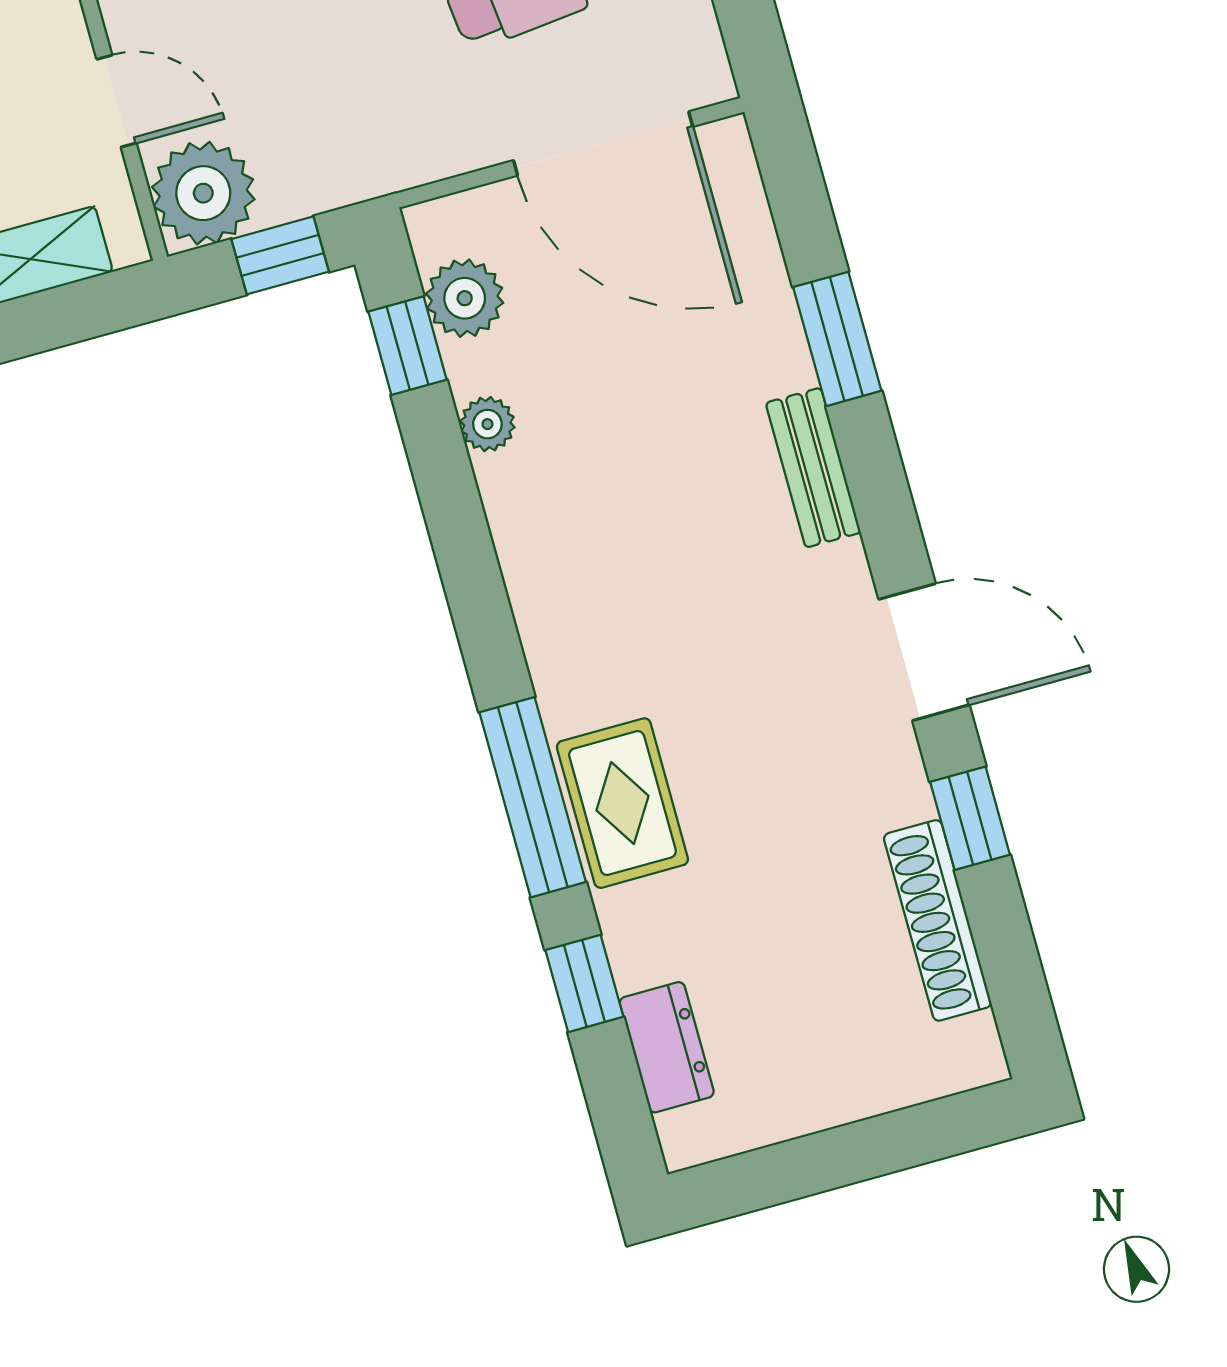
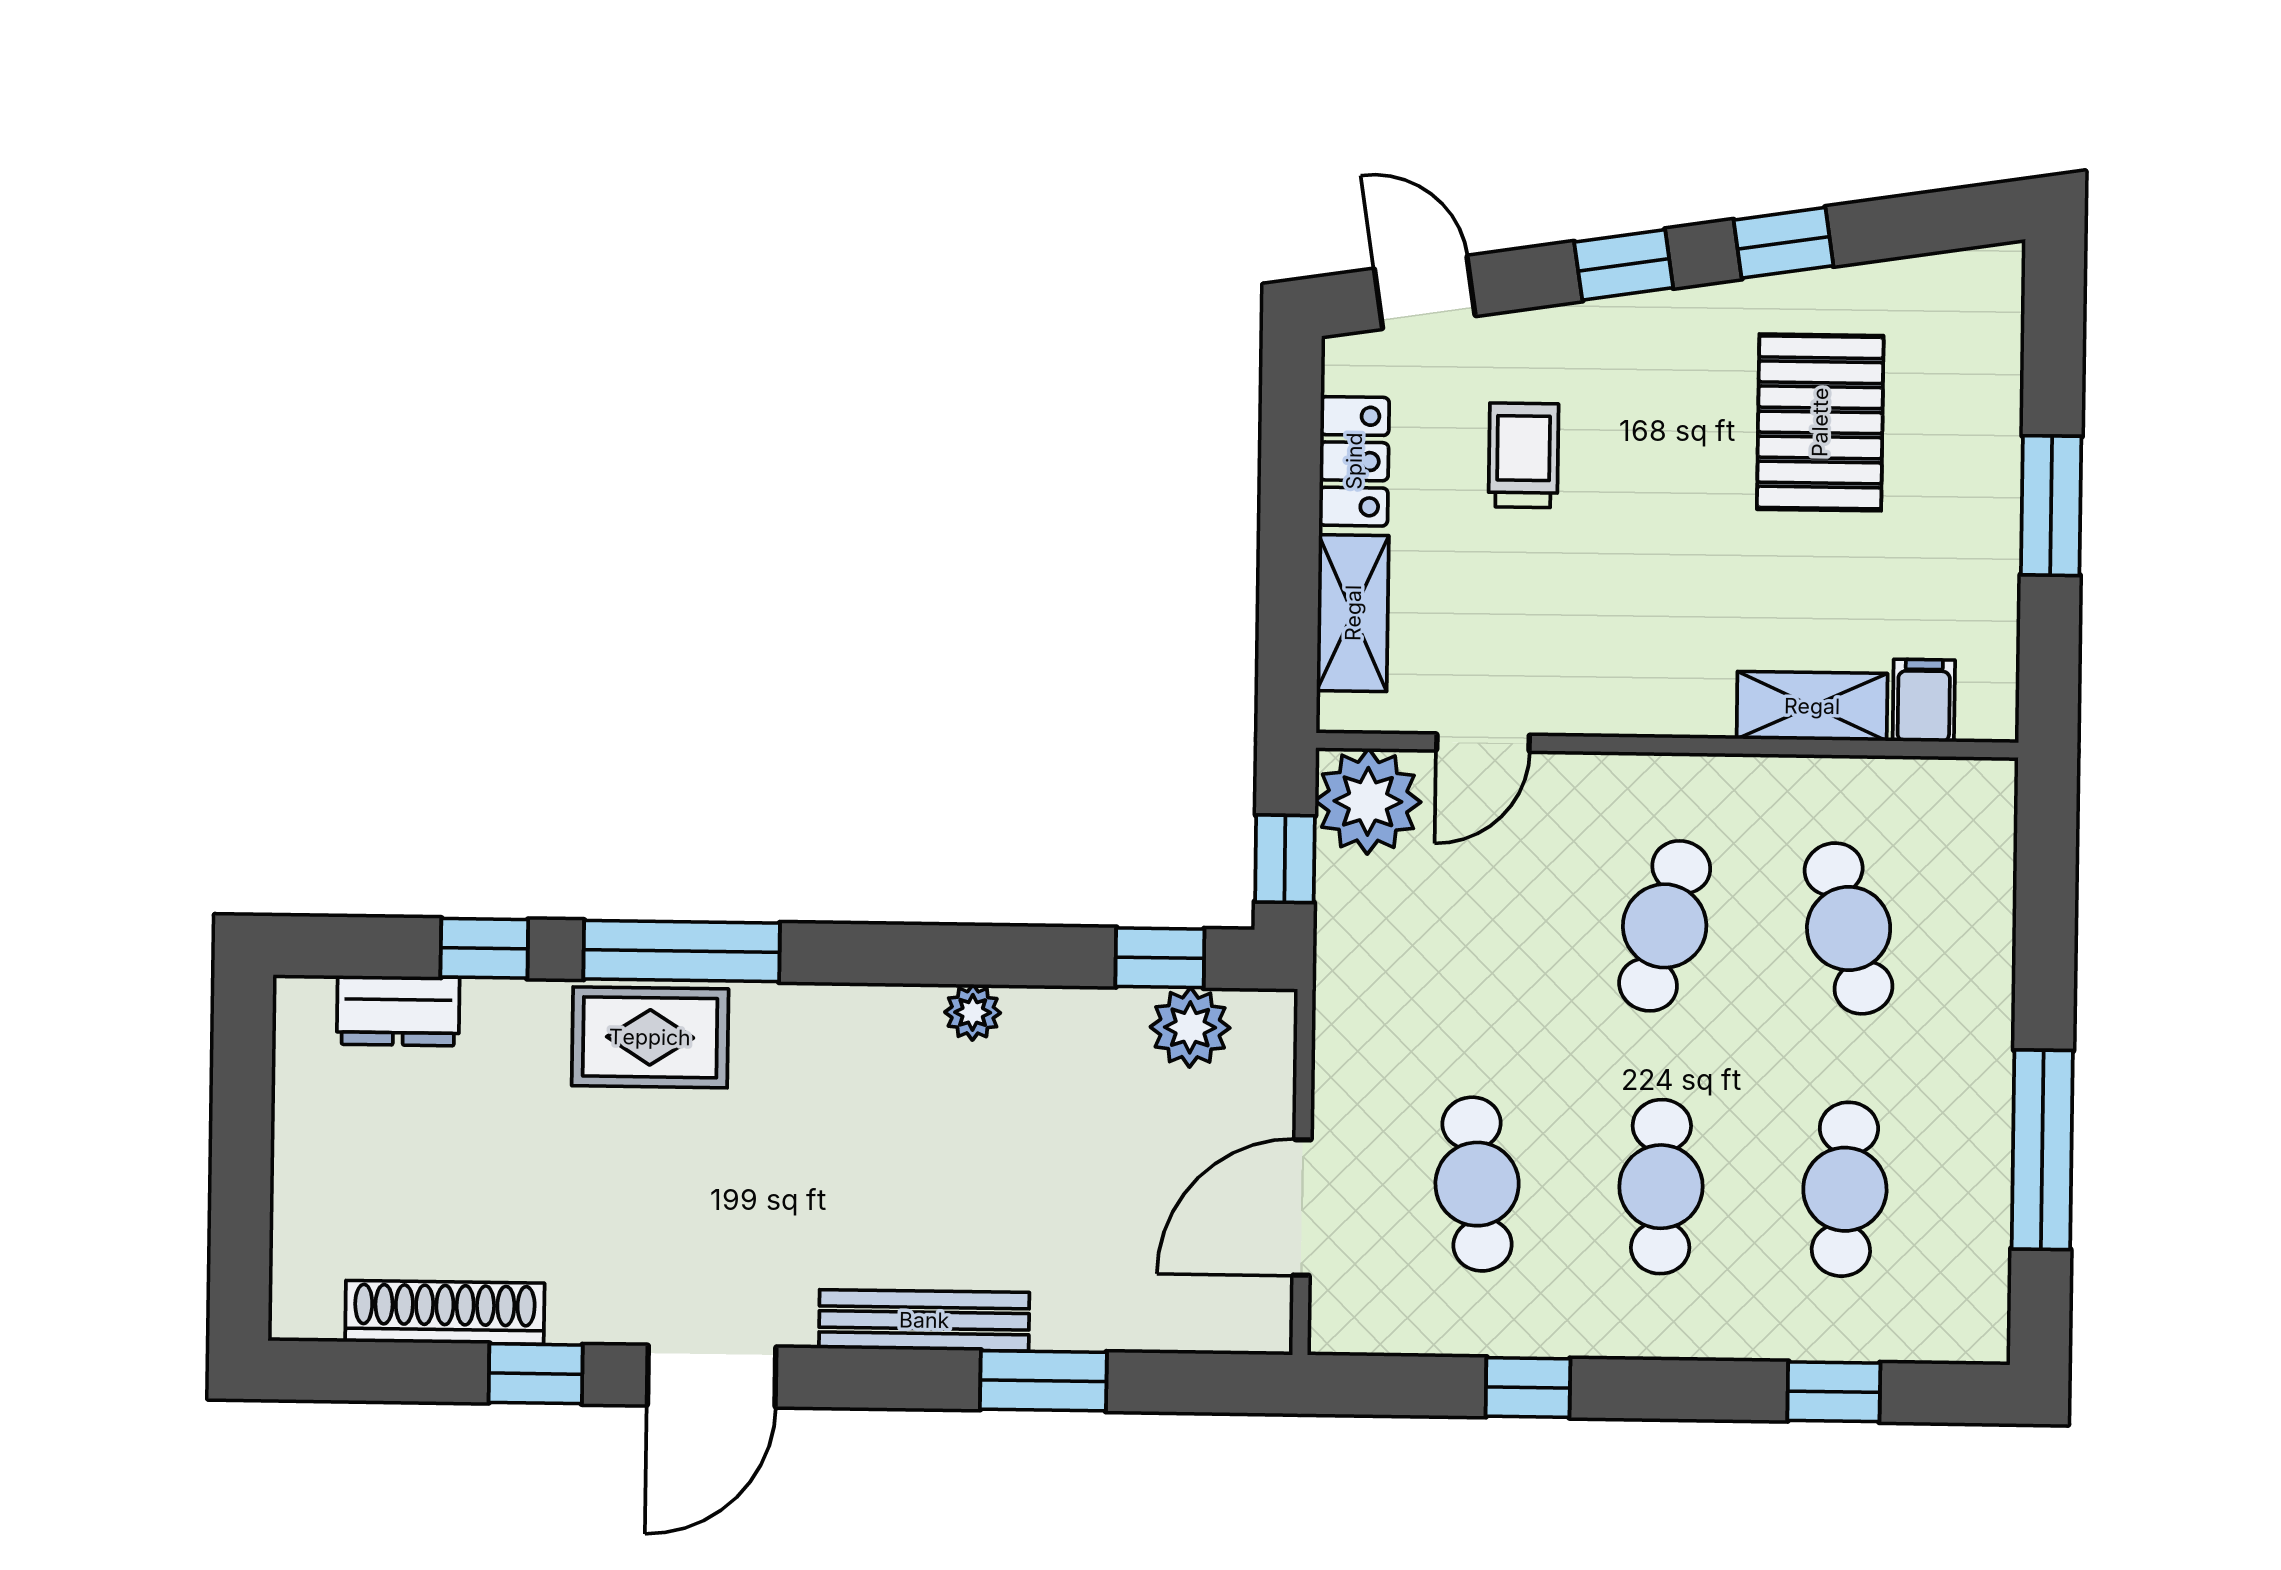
door: (603, 143) -> (1302, 1207), width x0.73
plant: (487, 424) -> (973, 1012), moved
bench: (813, 468) -> (924, 1320), width x1.36

